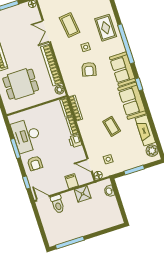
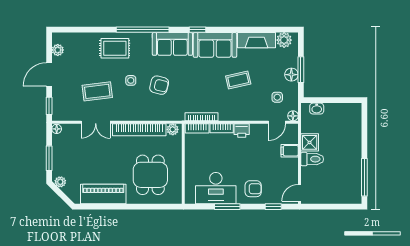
floor lamp: (128, 164) -> (291, 75), added
toilet: (58, 204) -> (312, 159), moved

